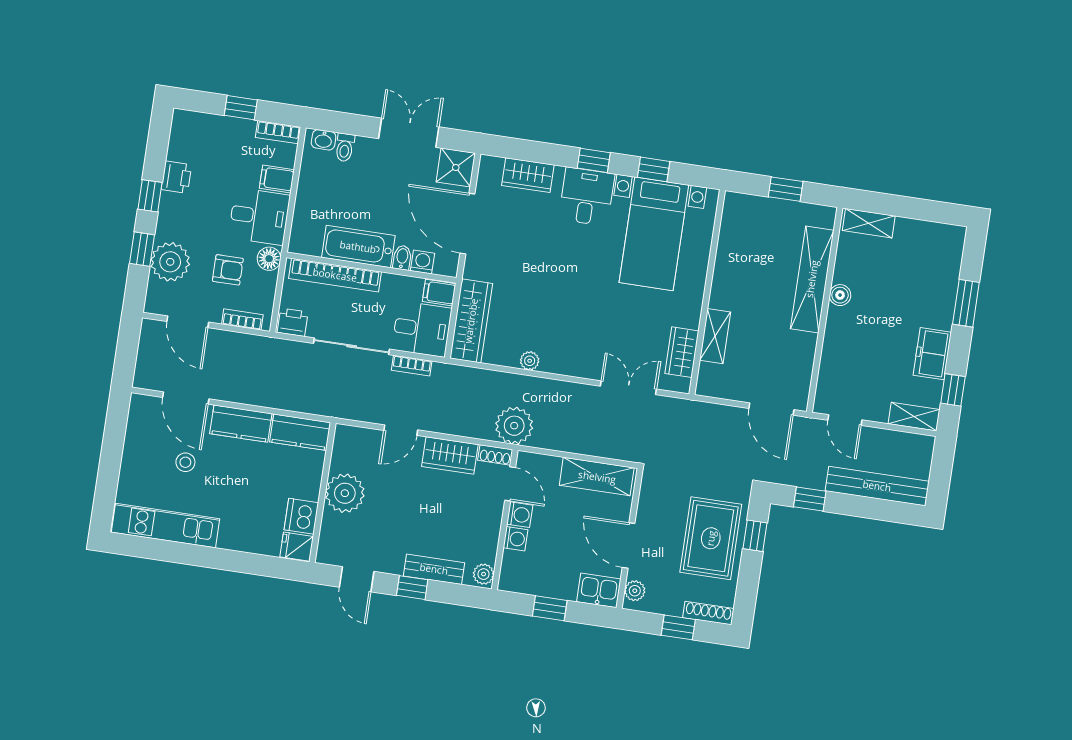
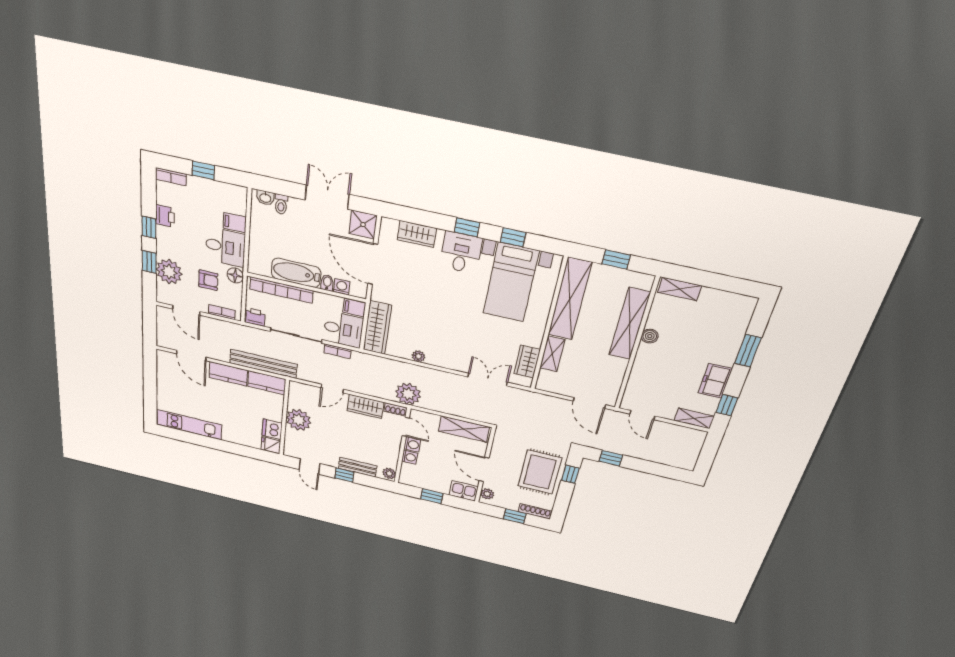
bookcase: (278, 132) -> (171, 177), moved
shelving: (732, 251) -> (570, 299), added
stool: (185, 462) -> (196, 392), removed
bench: (877, 486) -> (263, 364), moved

